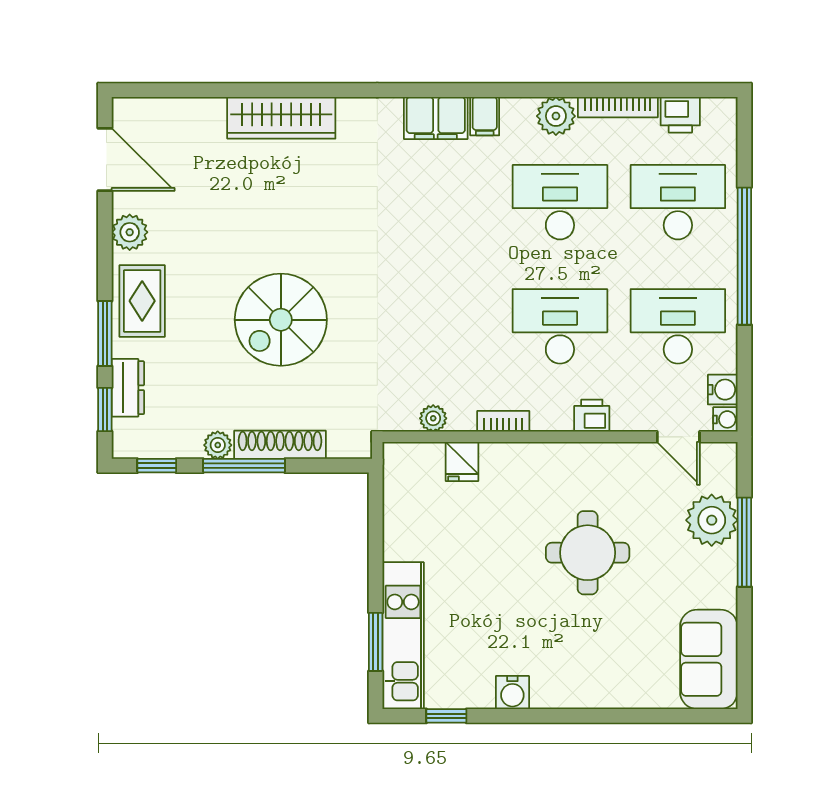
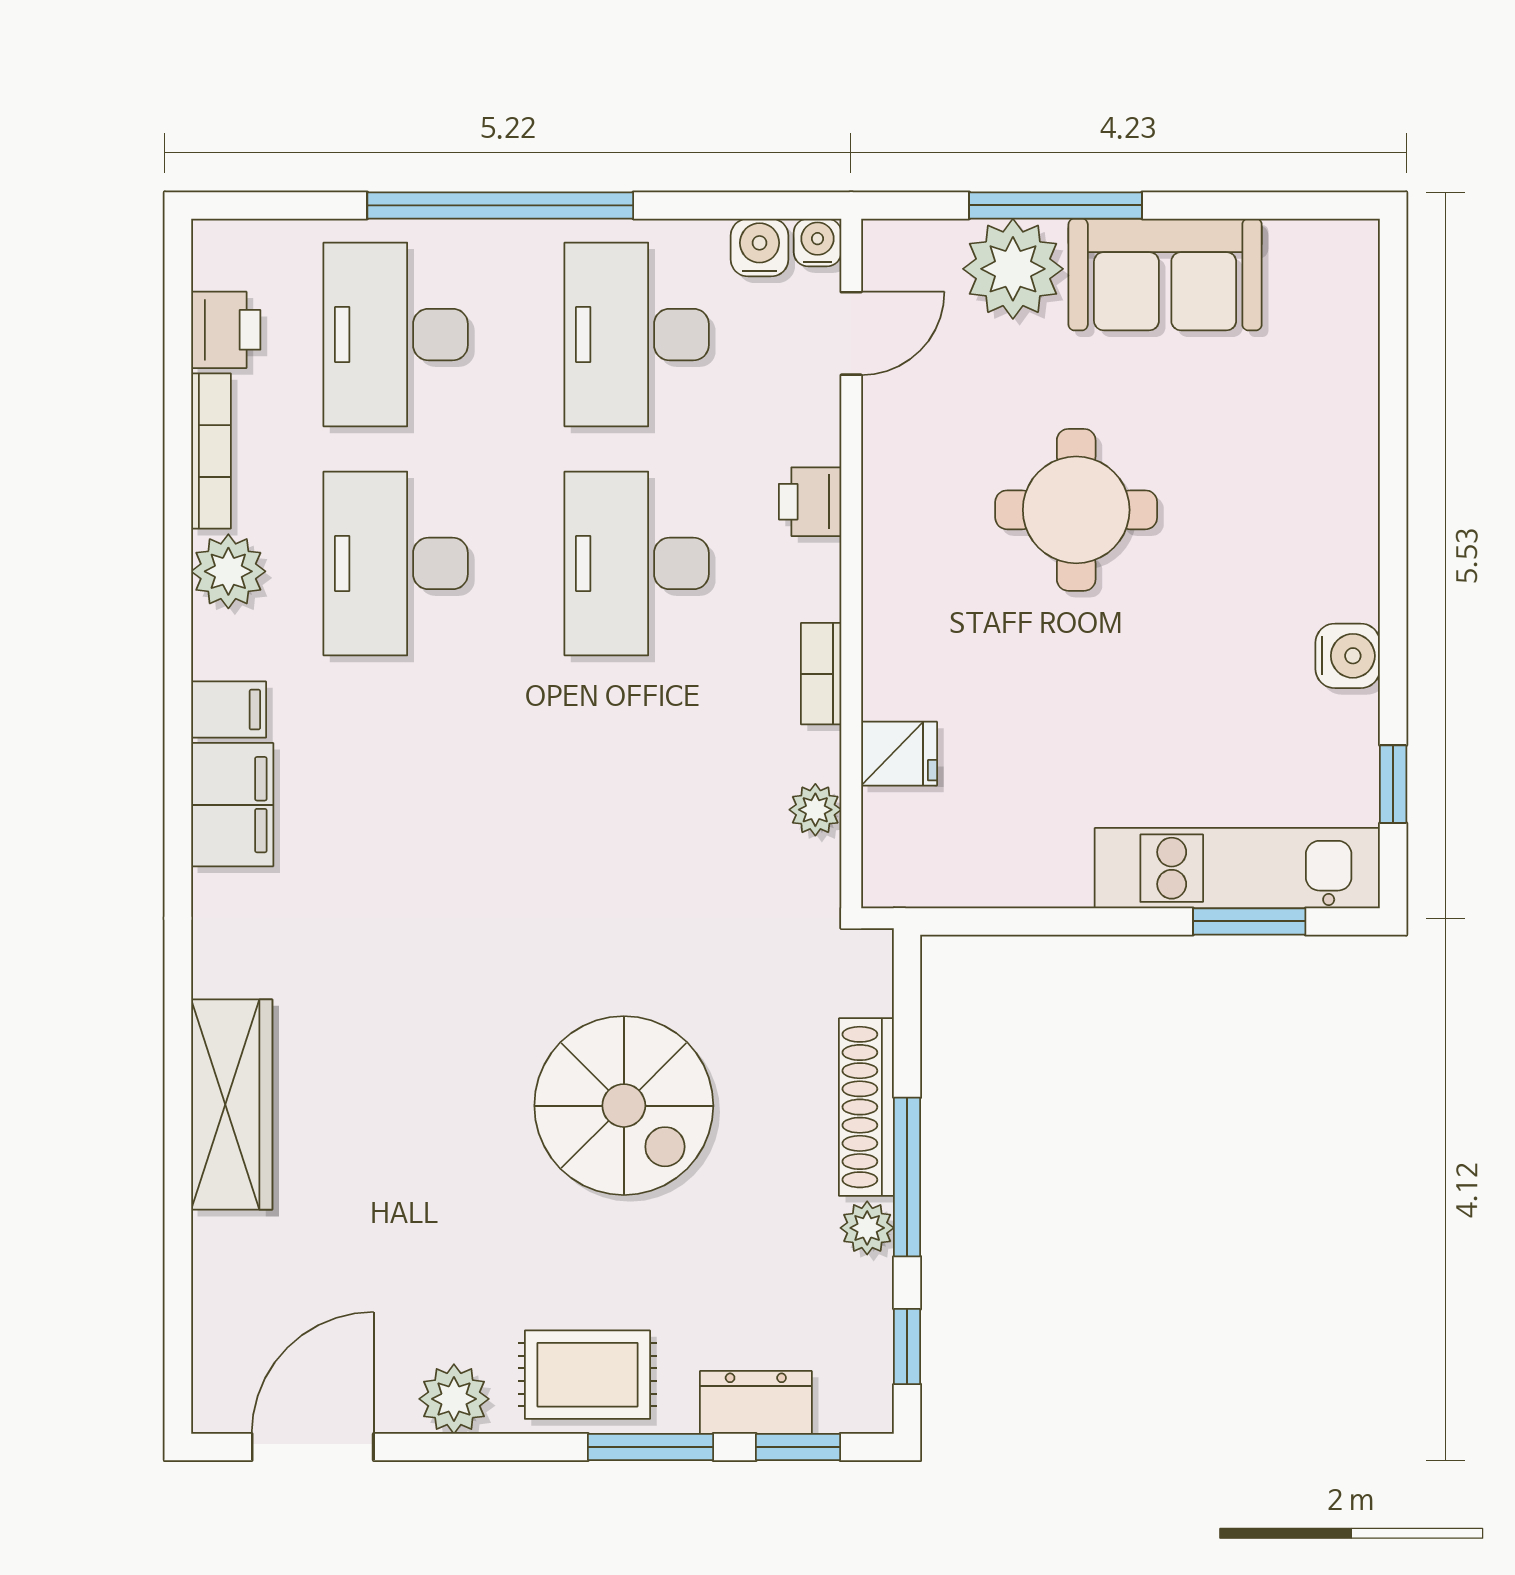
sofa: (709, 659) -> (1165, 274), moved

